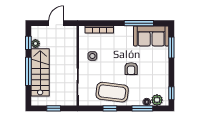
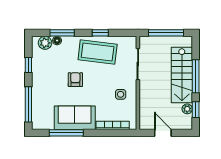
door: (56, 23) -> (163, 133), swing flipped
sofa: (151, 36) -> (75, 118), moved
window: (171, 47) -> (28, 104), width x1.44
window: (171, 93) -> (28, 65), moved
window: (54, 108) -> (166, 33), width x2.17

